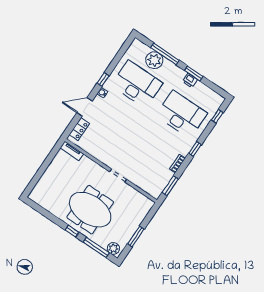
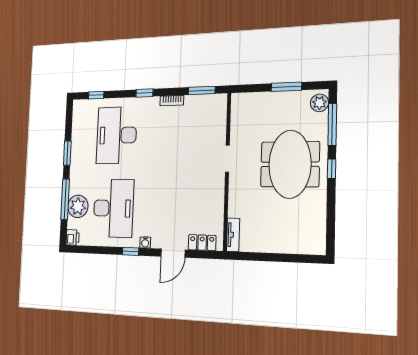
printer: (190, 81) -> (73, 237), moved
desk: (137, 84) -> (113, 208), turned 180
door: (85, 107) -> (173, 253), hinge flipped

